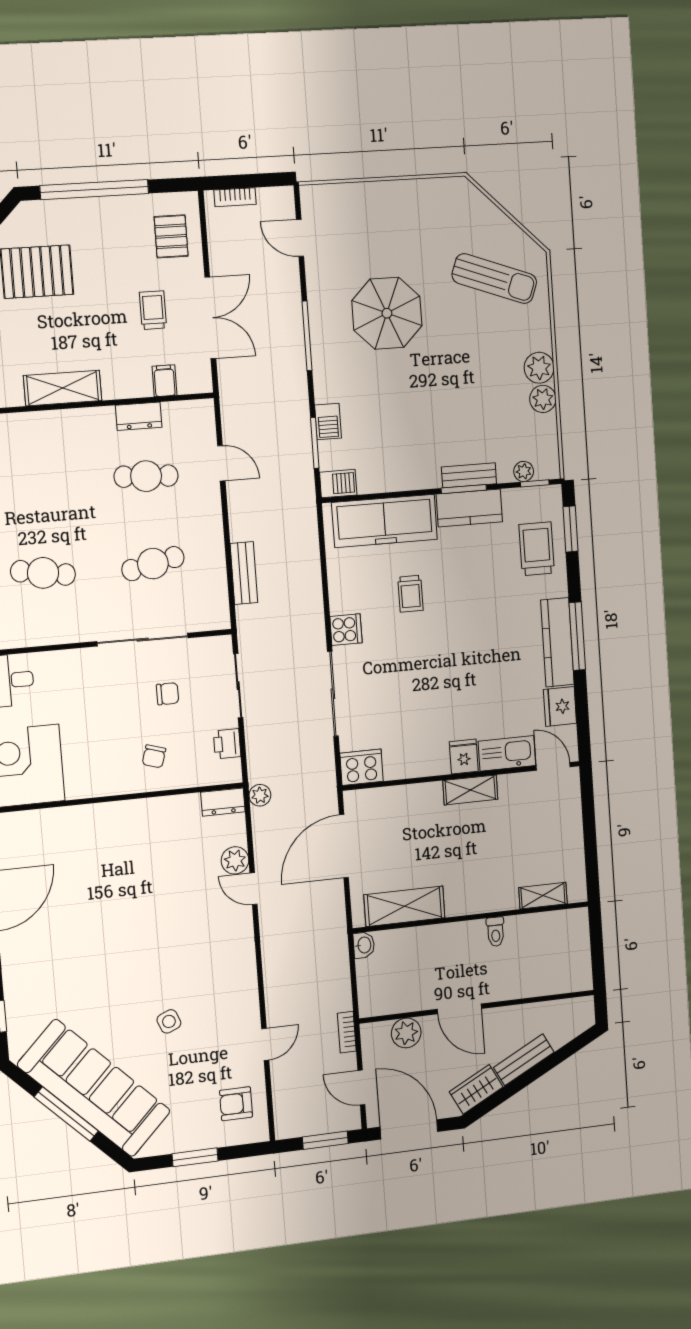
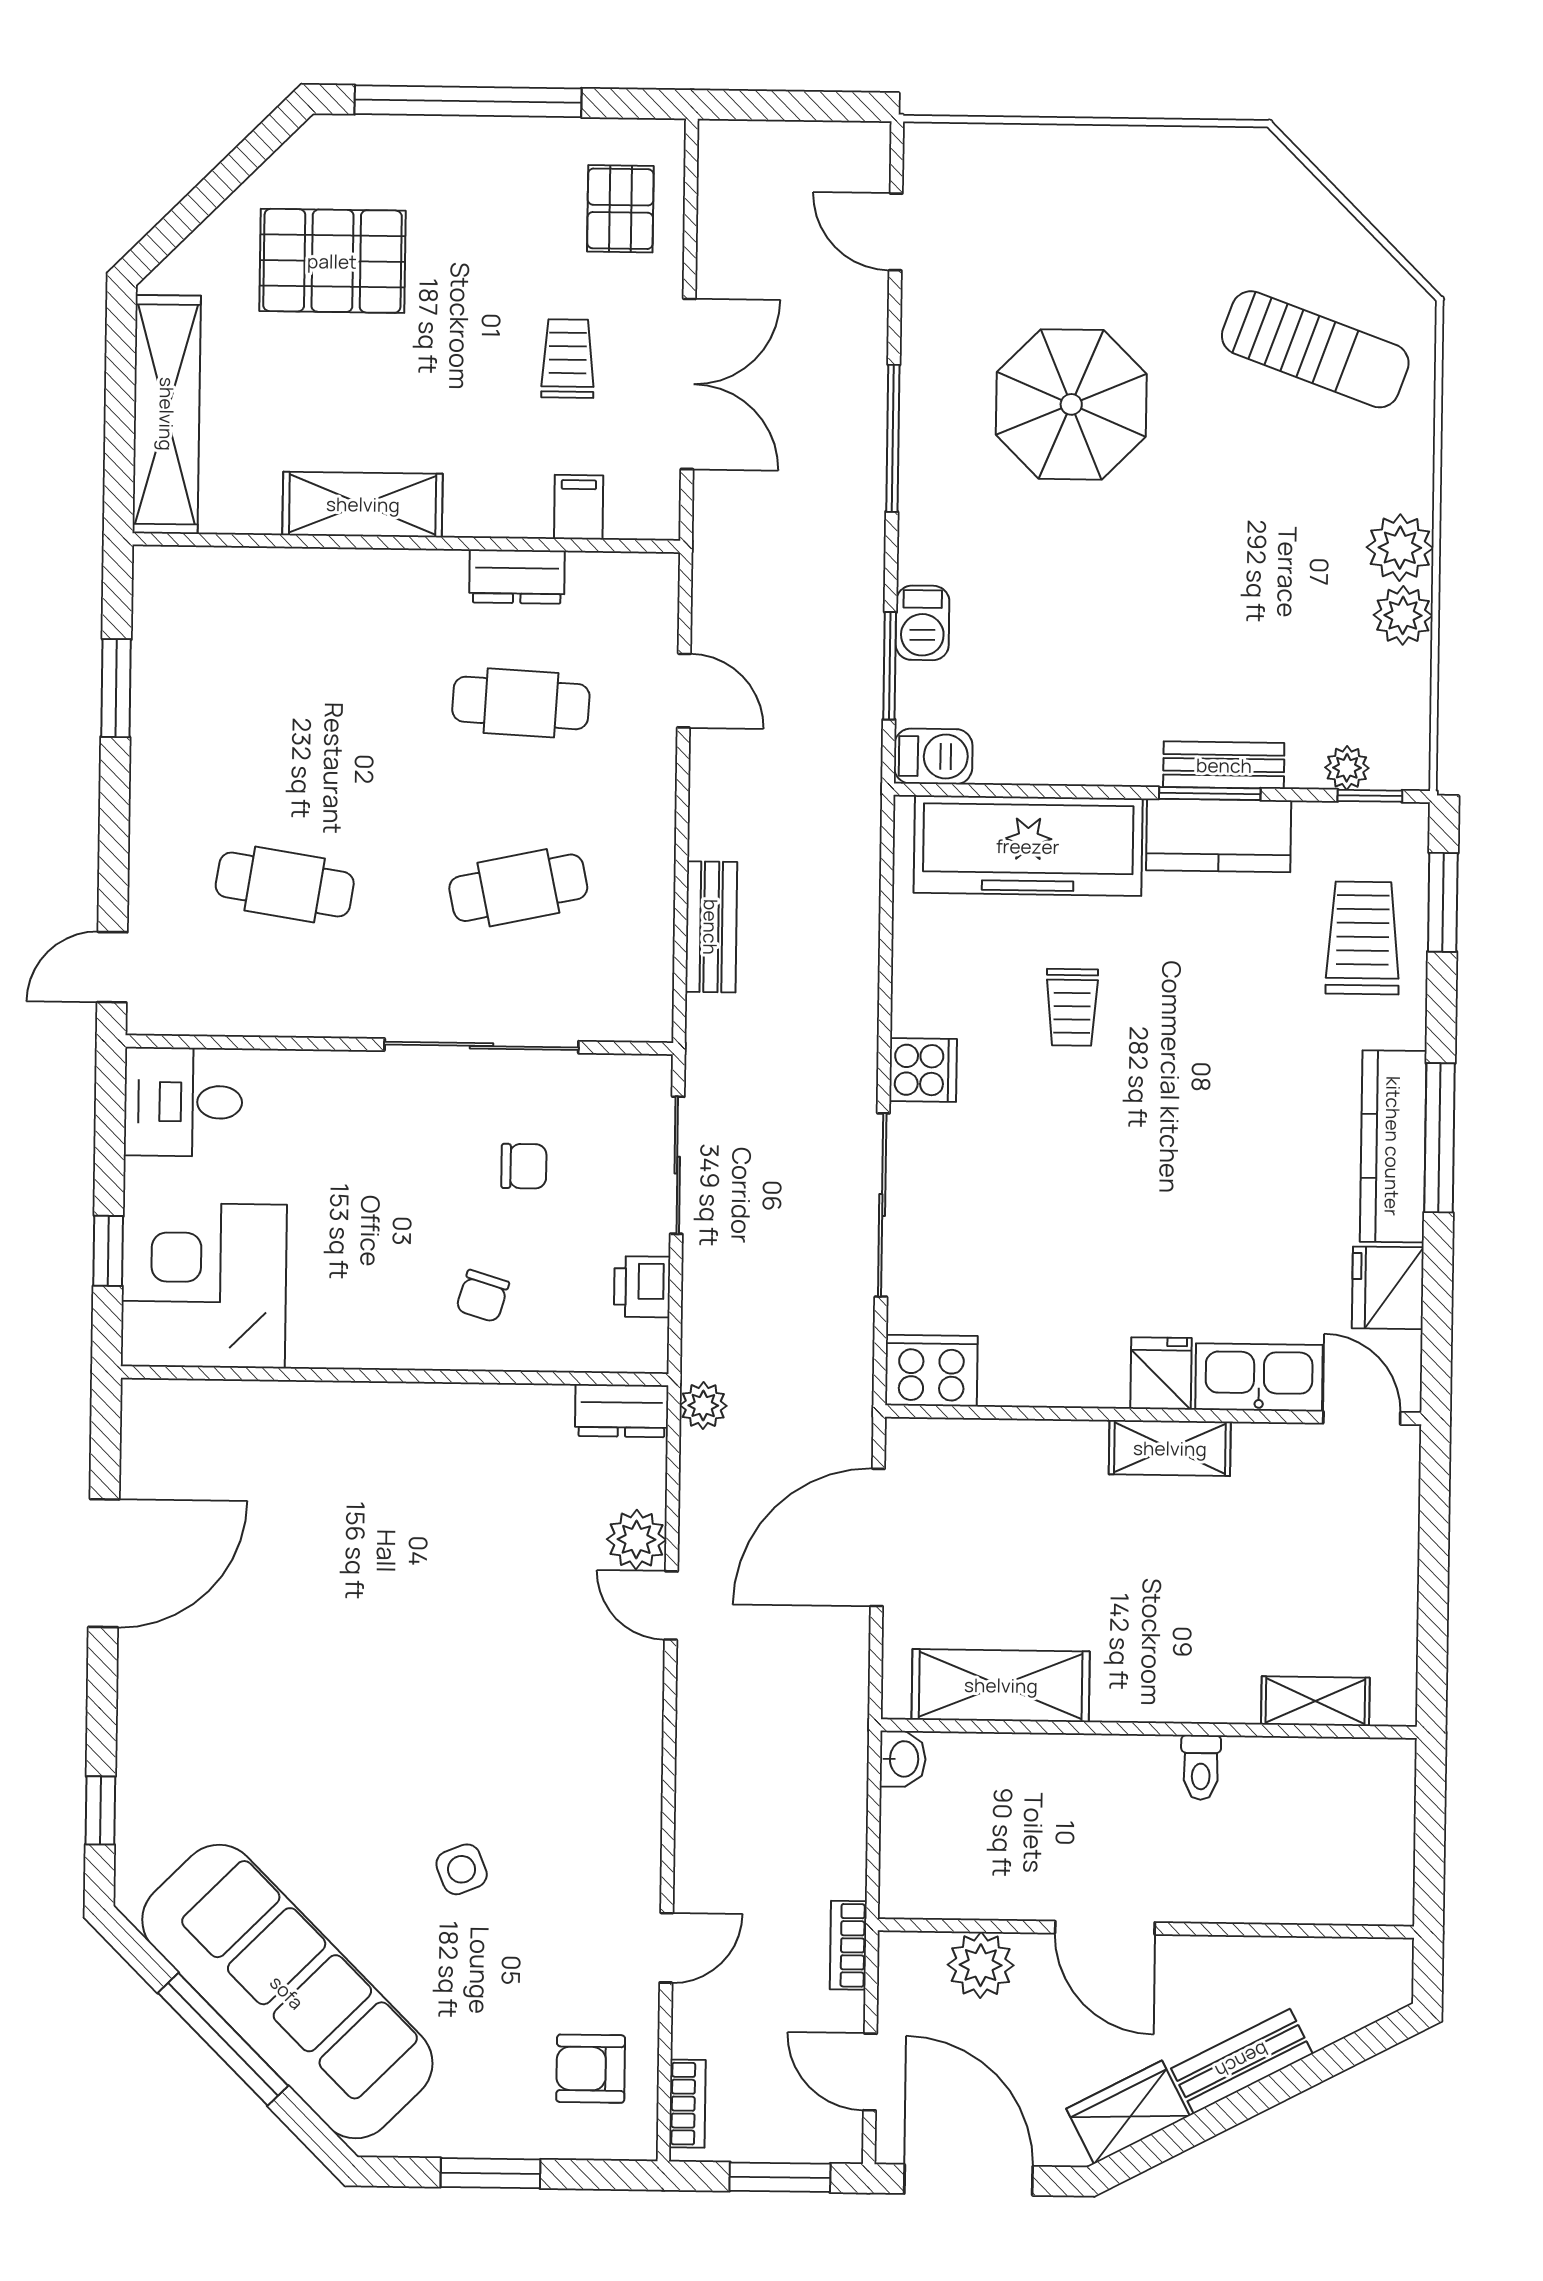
bookcase: (235, 197) -> (687, 2104), moved, turned -90

